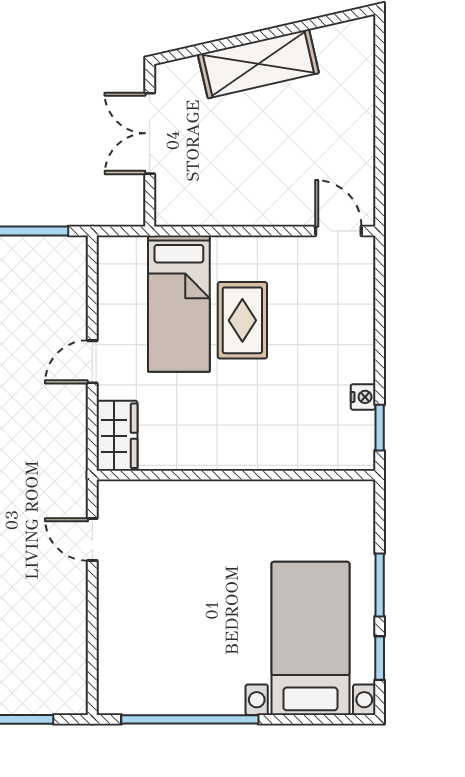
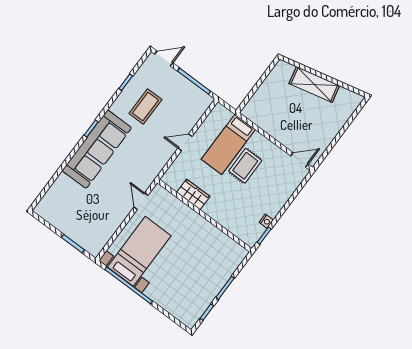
double door: (150, 133) -> (261, 81), removed
door: (338, 231) -> (299, 160), hinge flipped
wardrobe: (117, 436) -> (193, 194), moved, turned -90
bed with nightstands: (310, 638) -> (139, 251), moved

